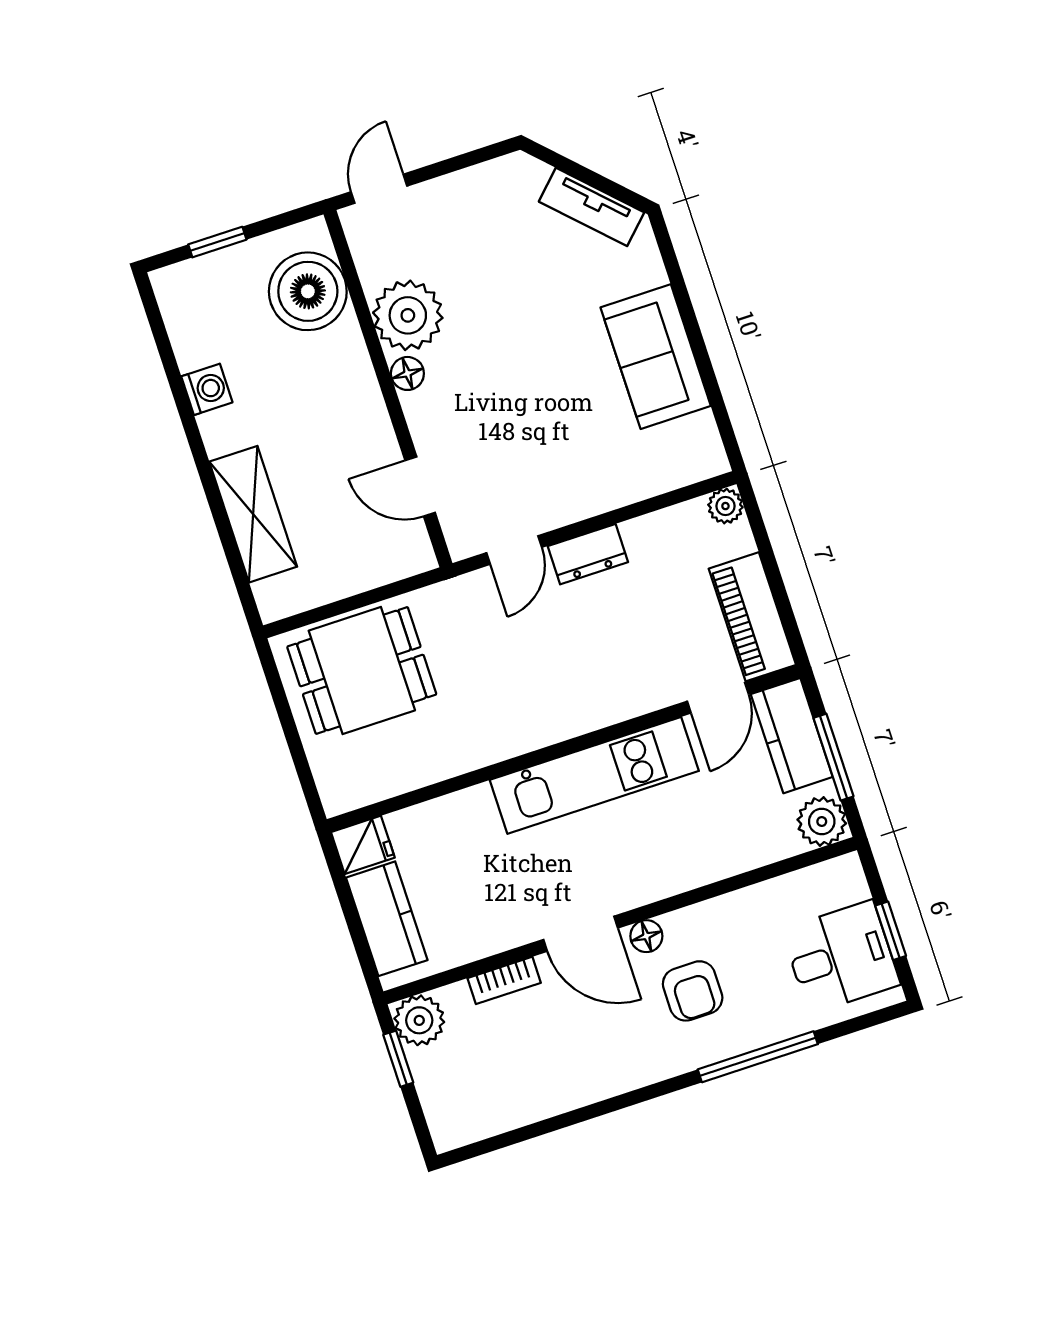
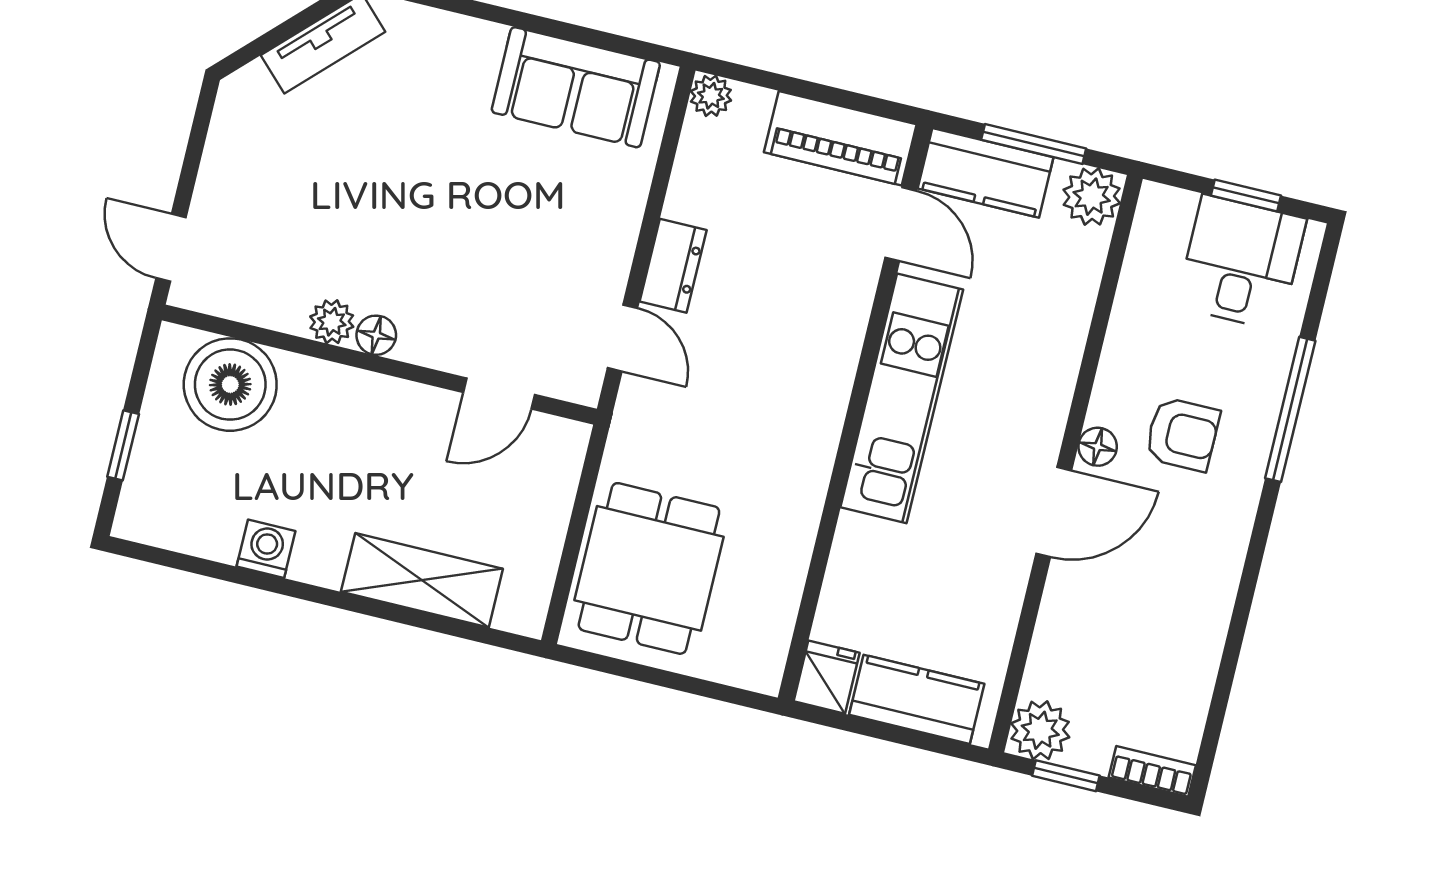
plant: (408, 315) -> (332, 322), width x0.53, depth x0.53
sofa: (656, 357) -> (576, 87), moved
bookcase: (504, 980) -> (1152, 771), moved, turned -90

